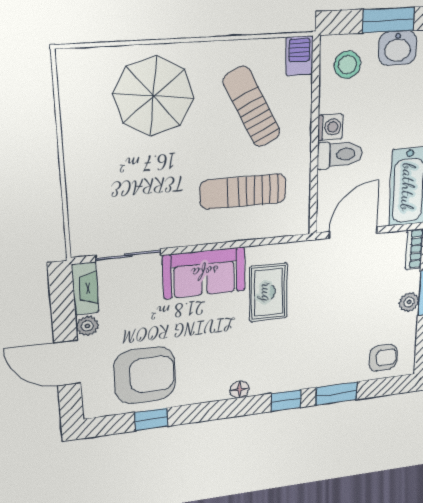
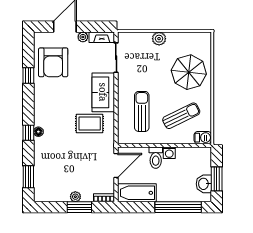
stool: (347, 65) -> (198, 160), removed
plant: (80, 168) -> (159, 39), added
door: (353, 233) -> (116, 166), hinge flipped
armchair: (383, 358) -> (46, 184), removed
floor lamp: (239, 389) -> (38, 132), moved
window: (336, 393) -> (28, 177), moved
window: (151, 419) -> (28, 76), moved

